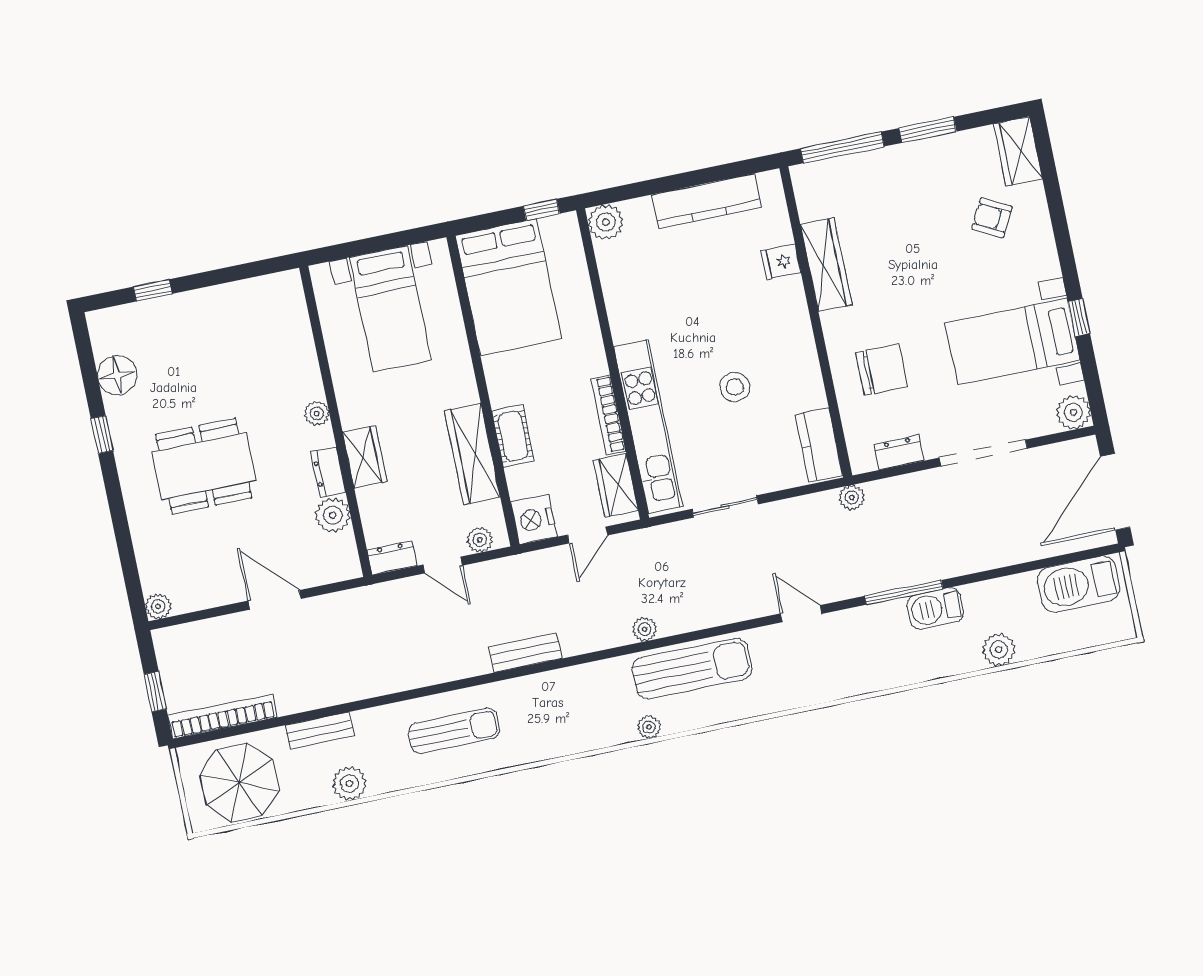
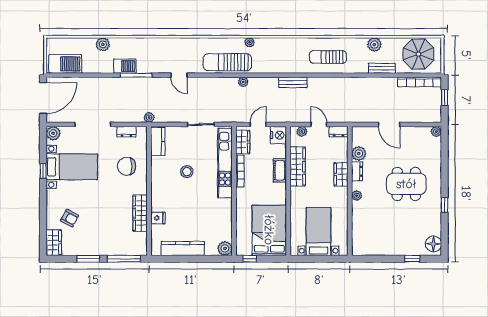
floor lamp: (117, 375) -> (433, 244), moved

